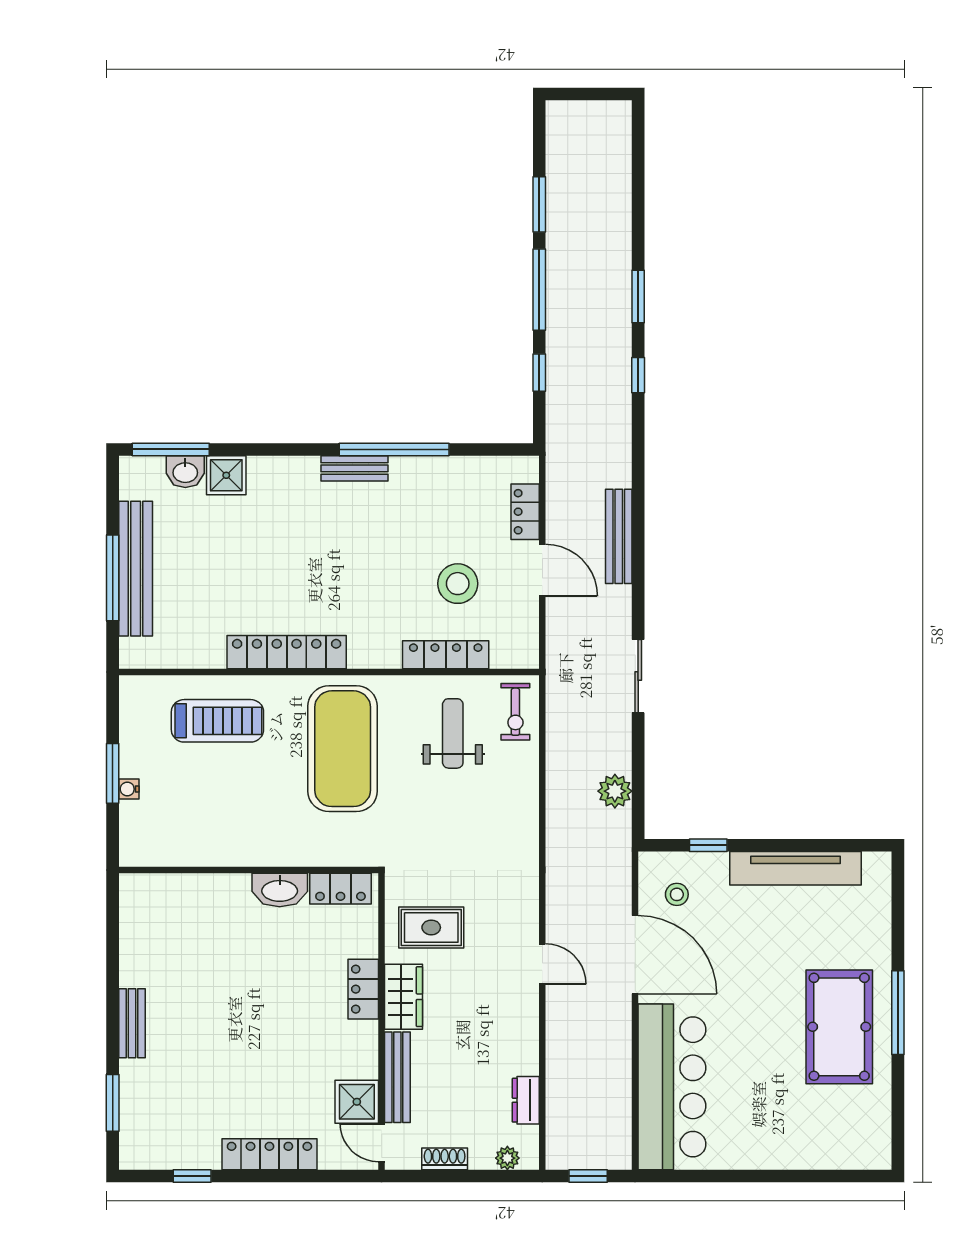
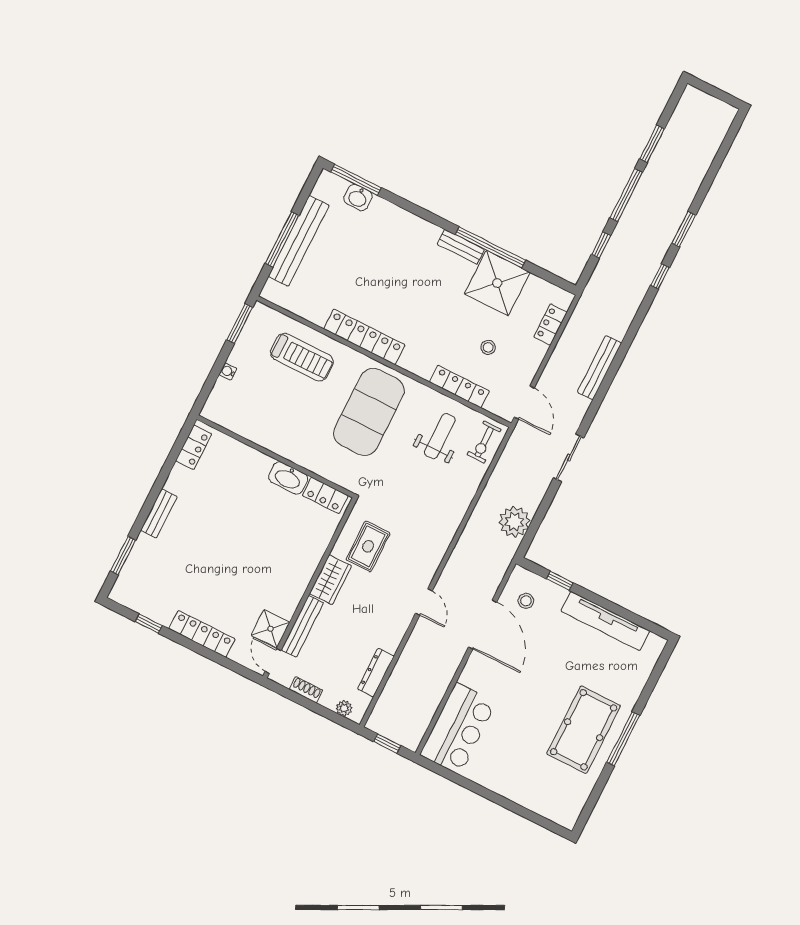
shower: (226, 475) -> (497, 283), moved, width x1.86, depth x1.86
door: (542, 570) -> (524, 402), moved
stool: (458, 584) -> (488, 347), width x0.53, depth x0.53
window: (113, 773) -> (240, 324), moved
plant: (615, 791) -> (514, 522), width x1.36, depth x1.36
rug: (431, 927) -> (368, 546), turned 90
locker: (363, 989) -> (194, 447), moved, turned 180
bar counter: (672, 1087) -> (458, 729), width x0.73
dresser: (526, 1100) -> (376, 673), width x1.44

